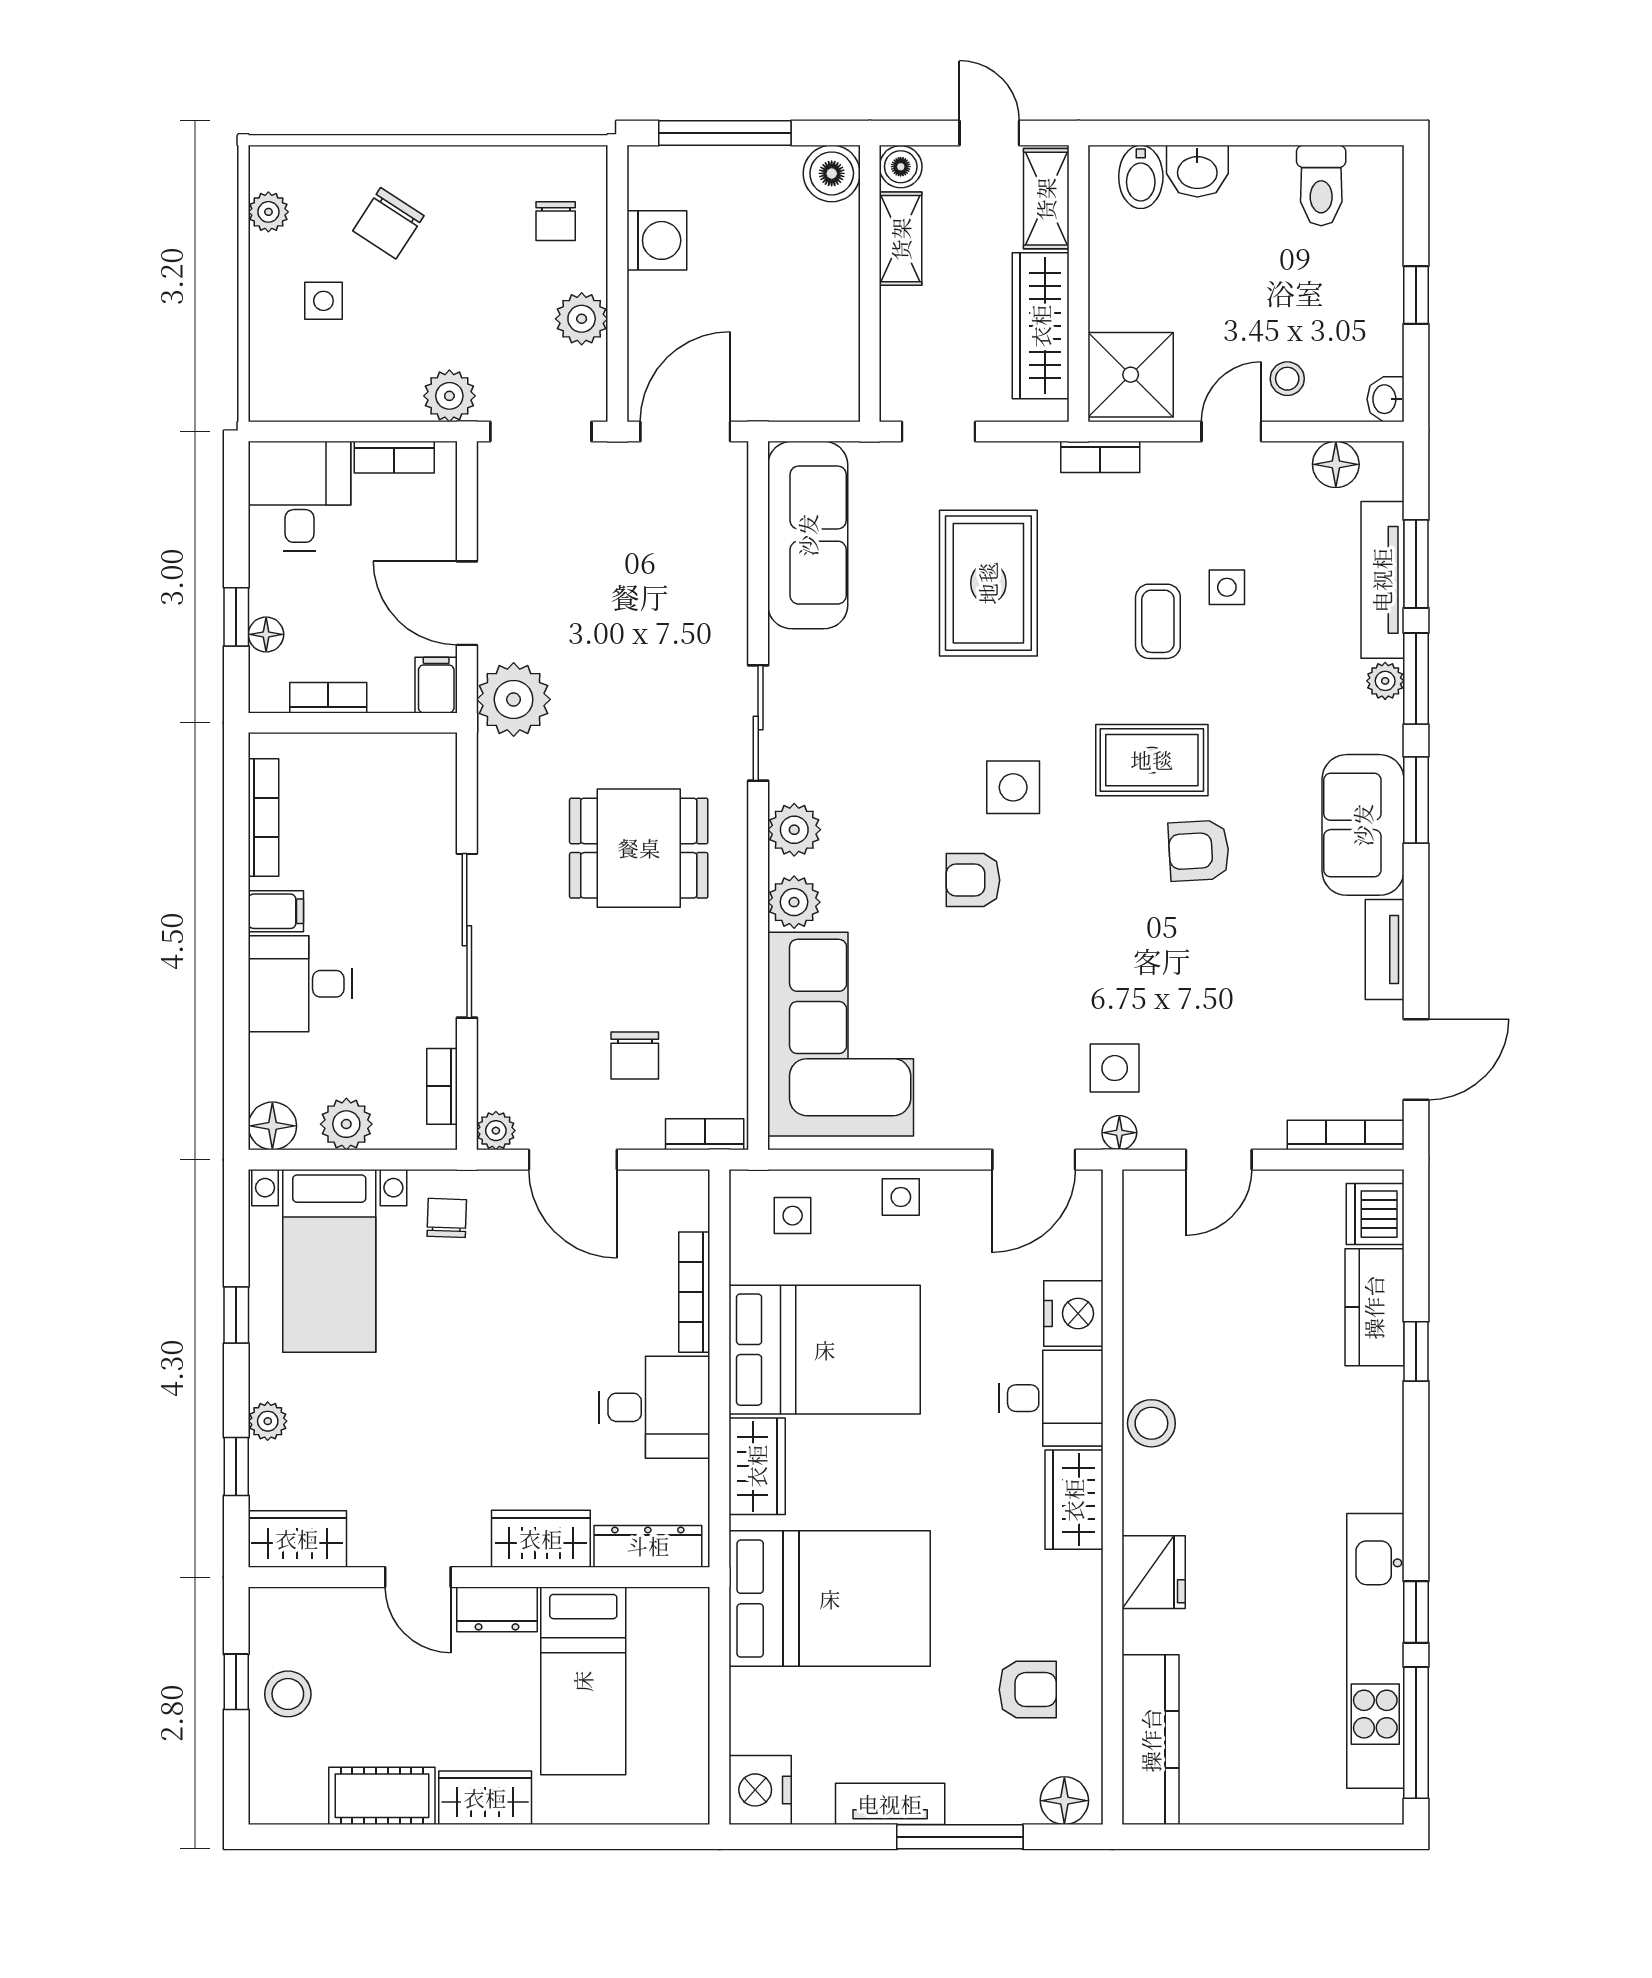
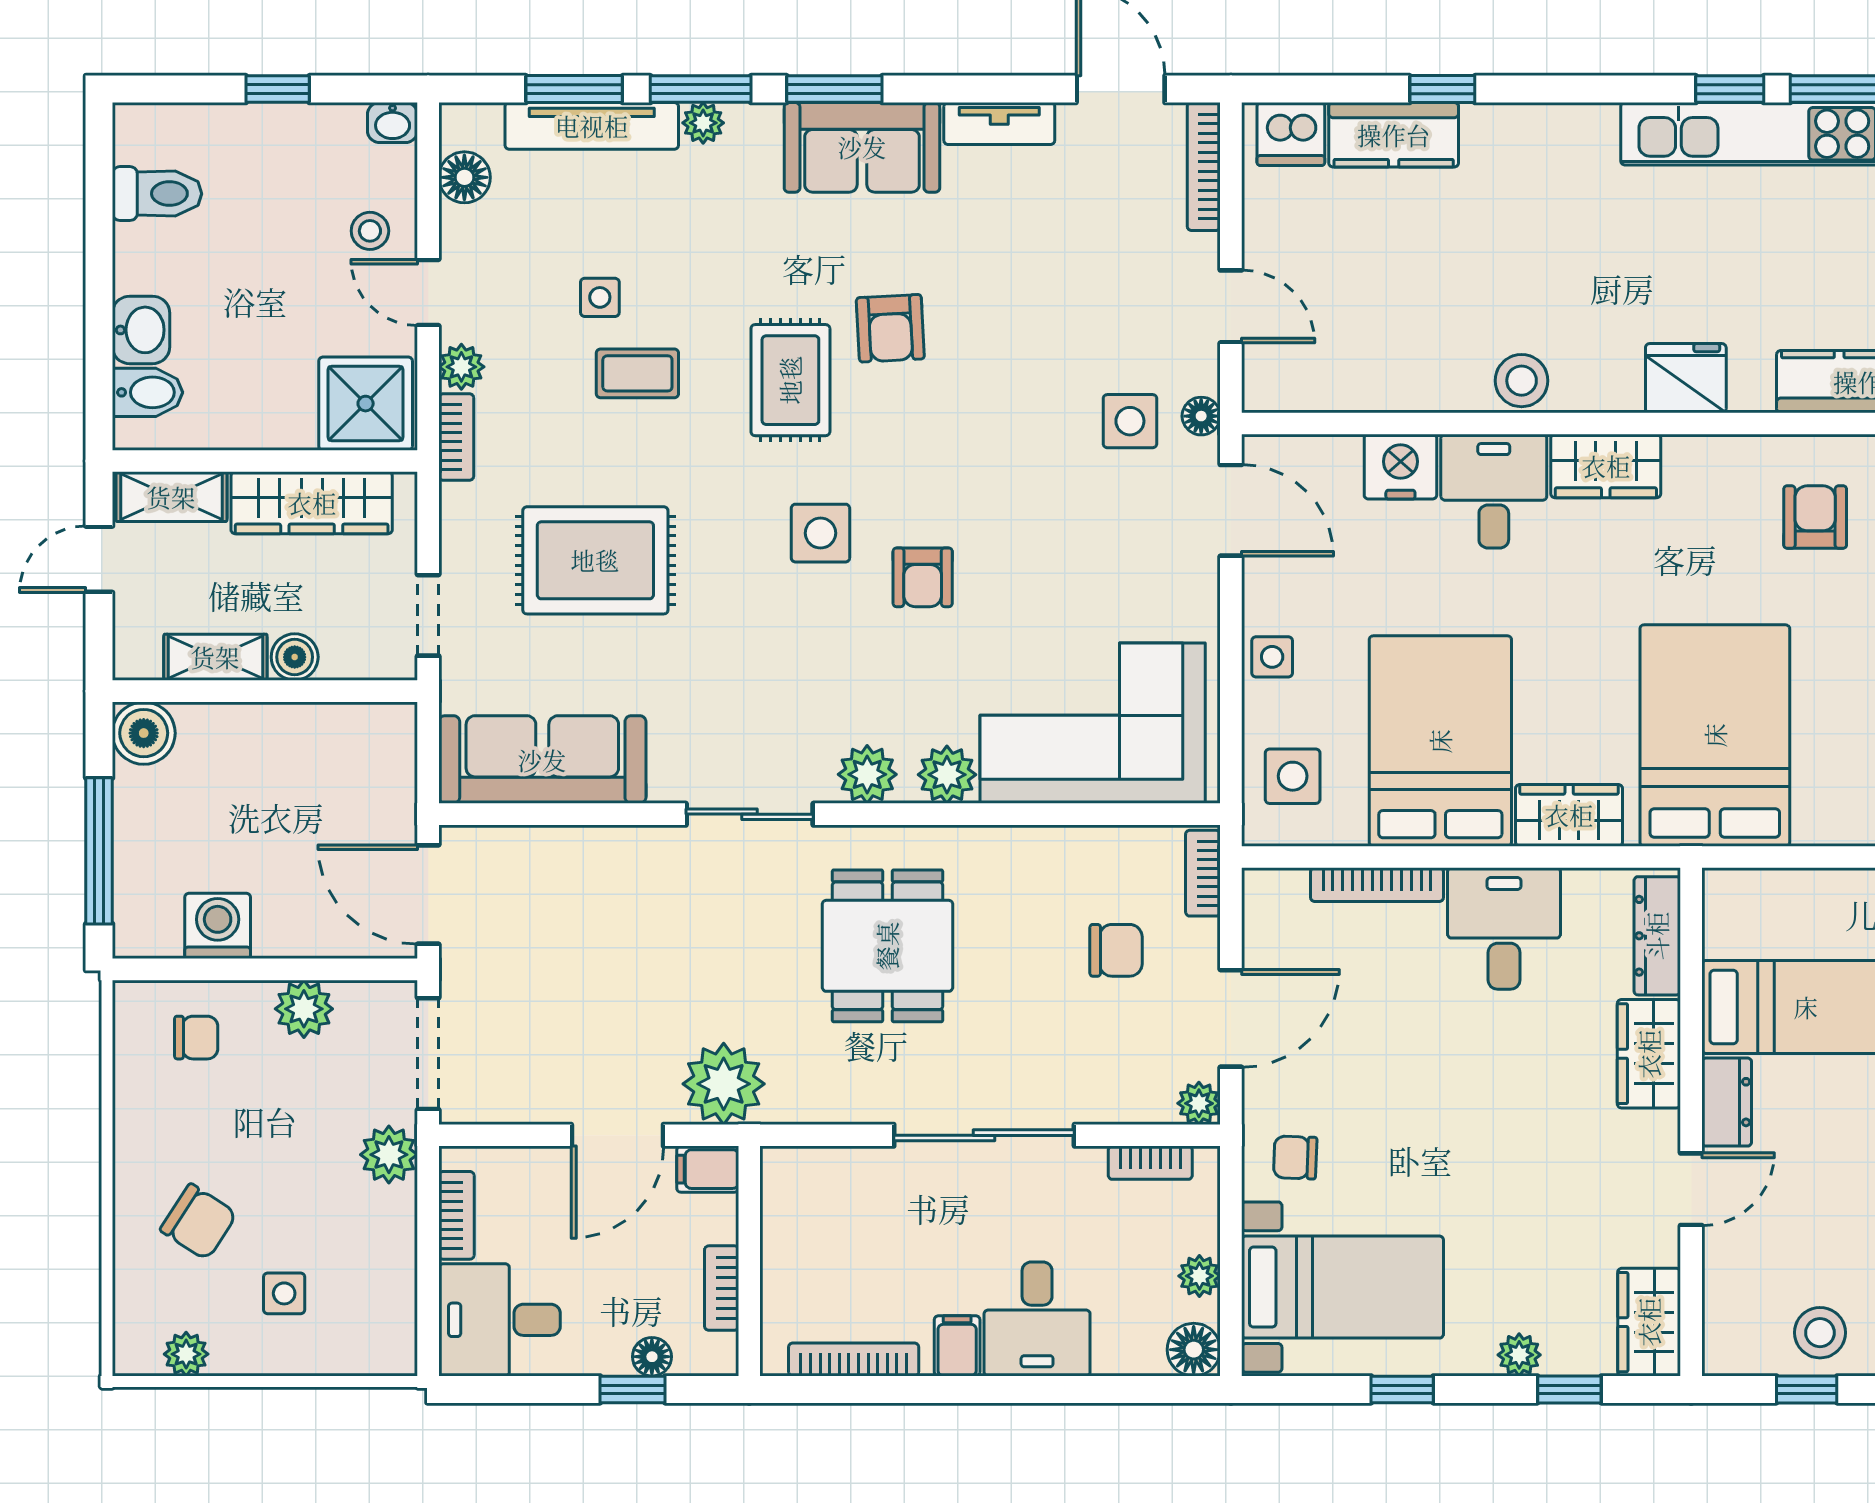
boiler: (901, 167) -> (295, 657), moved
plant: (1164, 462) -> (461, 367), added
plant: (346, 1124) -> (1199, 1276), width x0.73, depth x0.73
side table: (793, 1216) -> (1293, 776), width x1.37, depth x1.37

